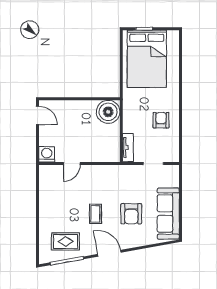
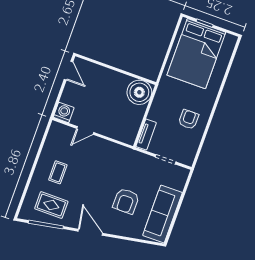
coffee table: (95, 214) -> (58, 172), moved

